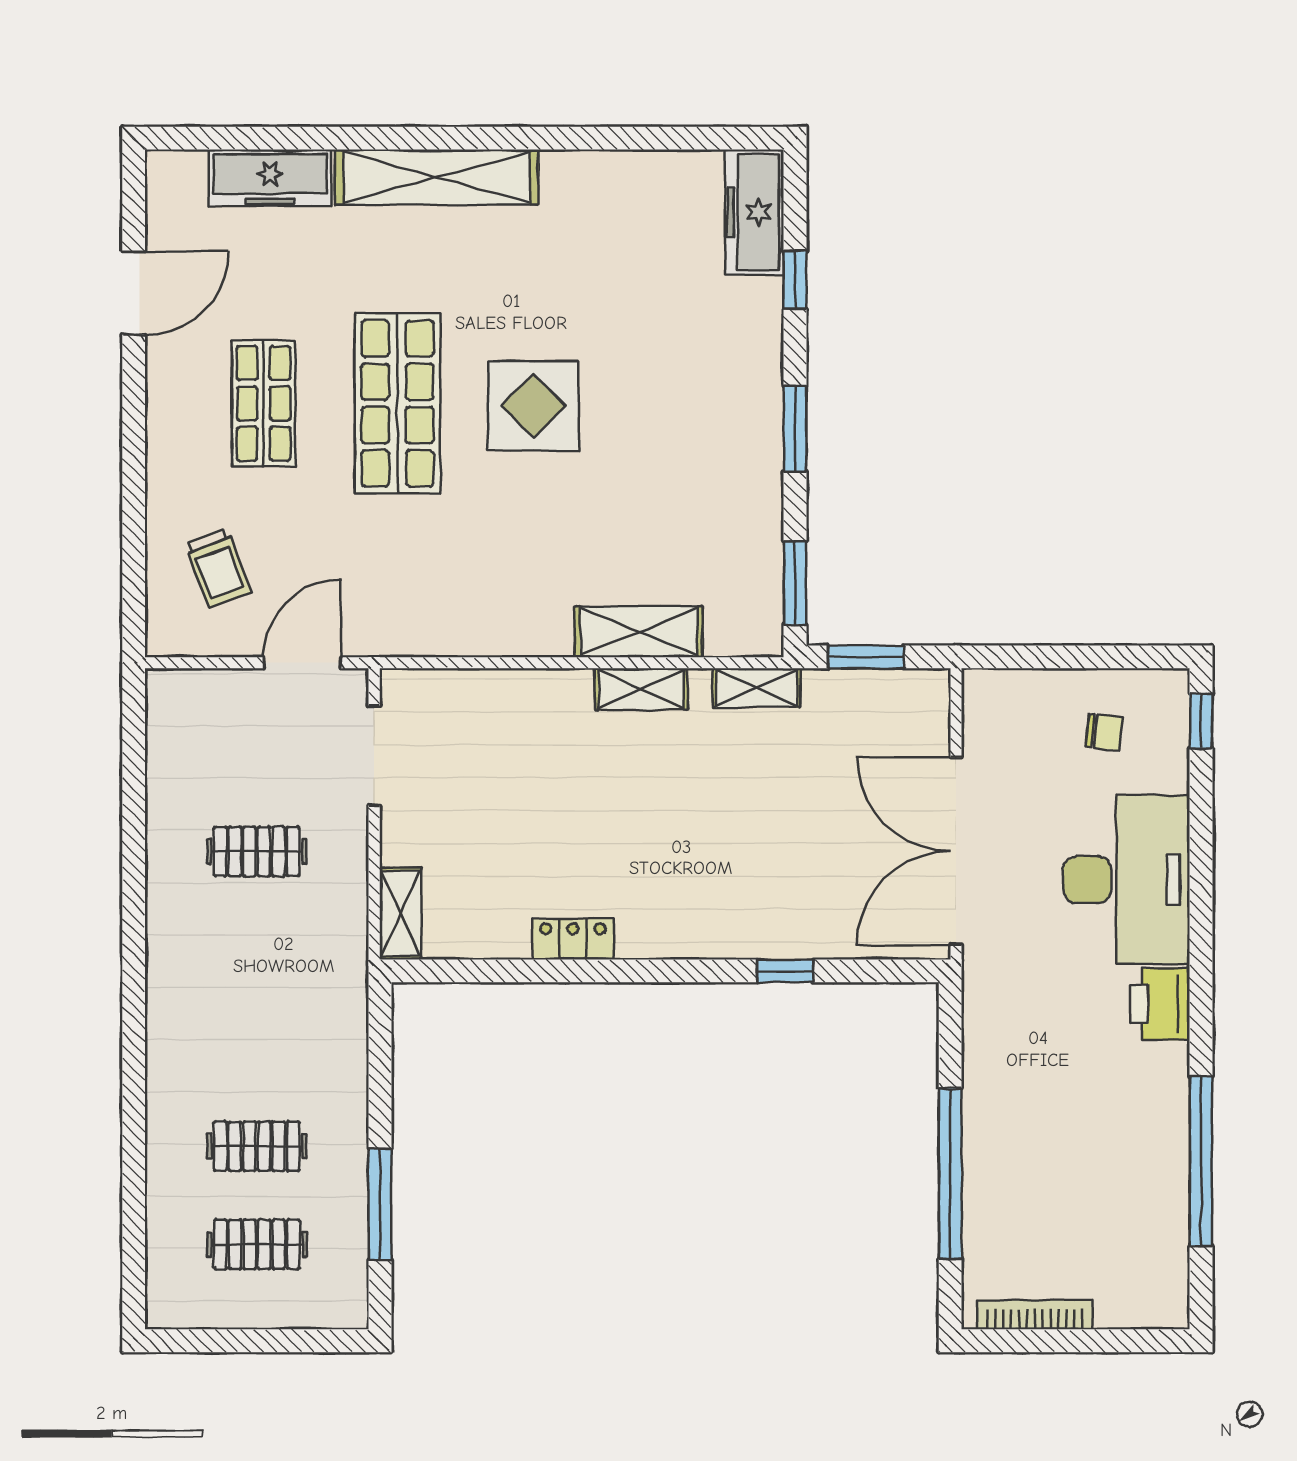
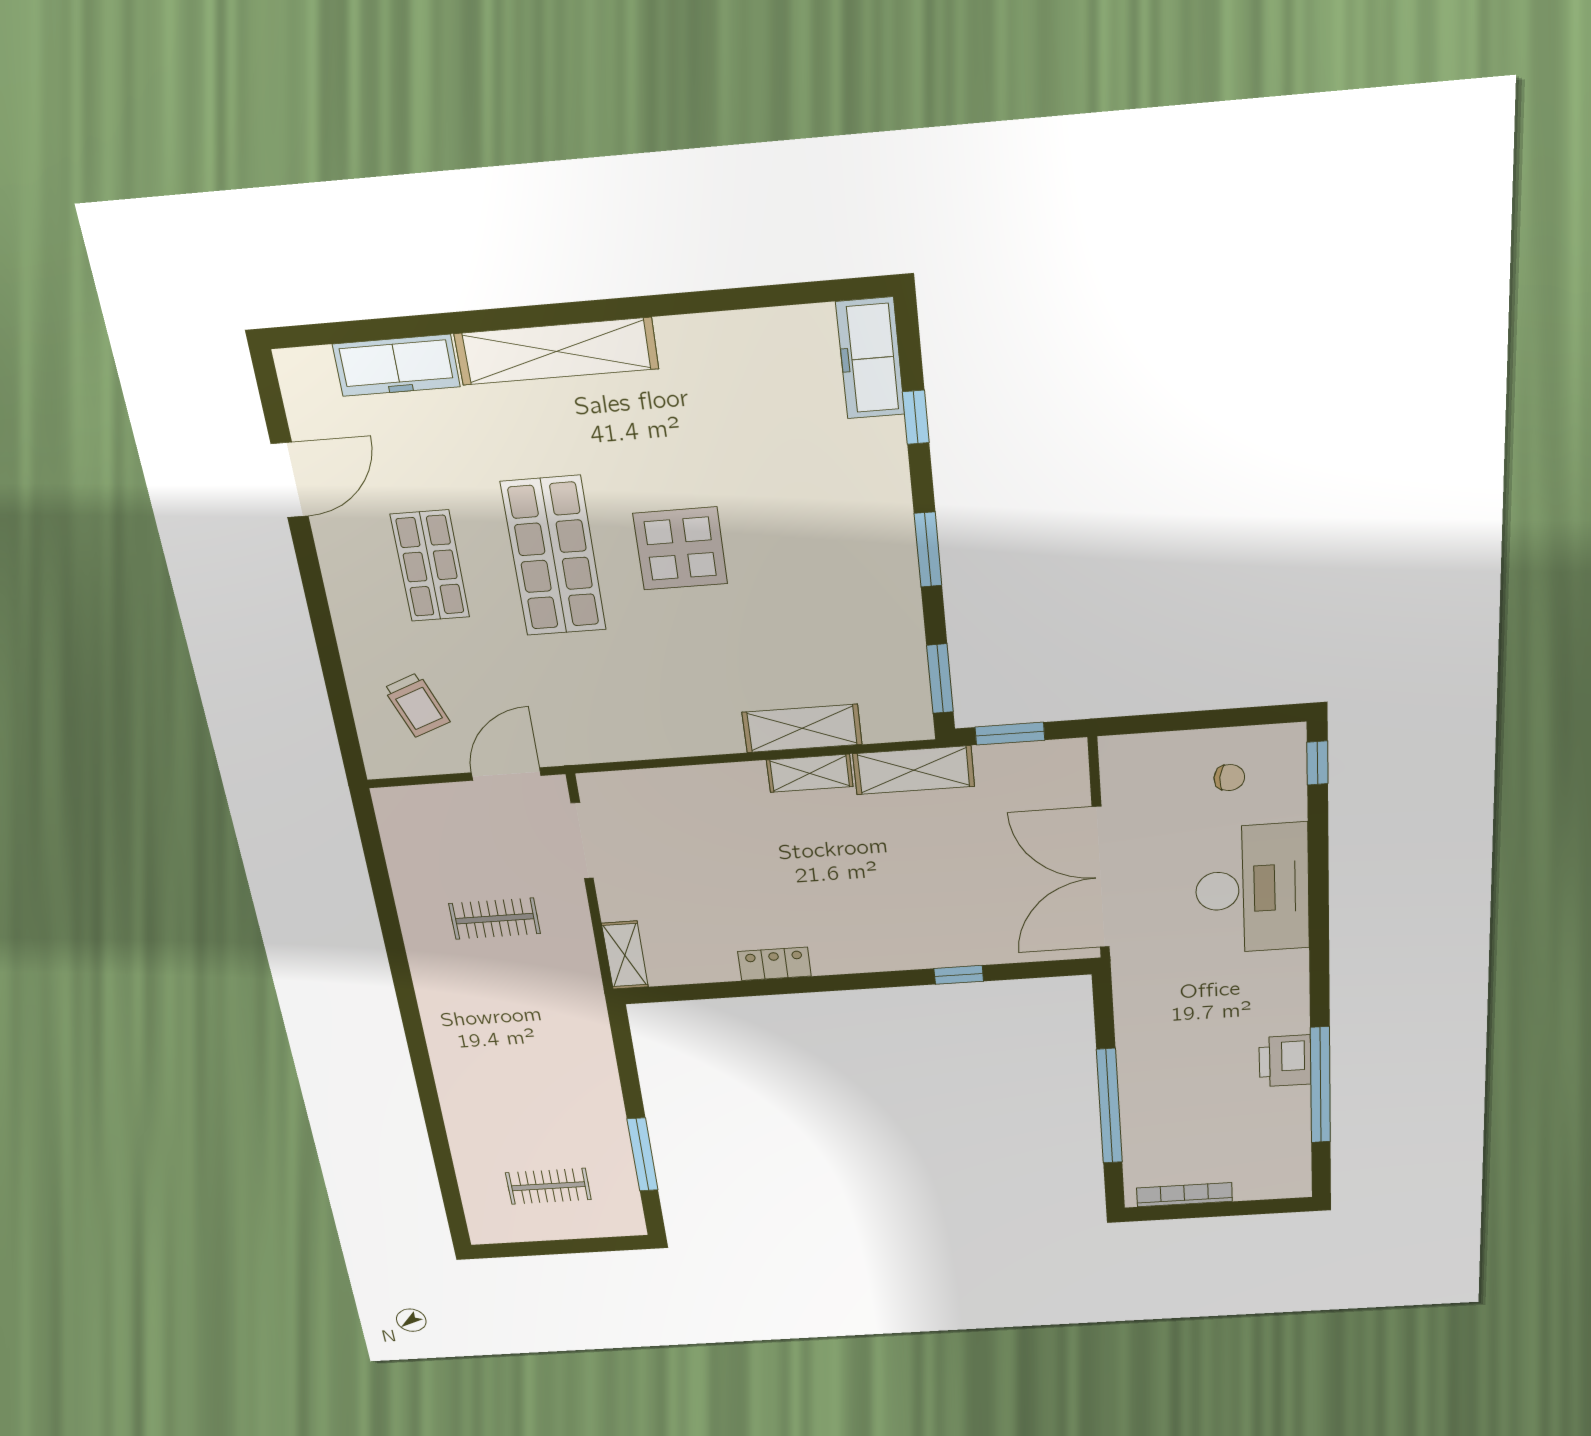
shelving: (757, 688) -> (914, 770), width x1.50, depth x1.33
printer: (1160, 1004) -> (1285, 1061), moved
clothes rail: (257, 1146) -> (536, 1122), removed

